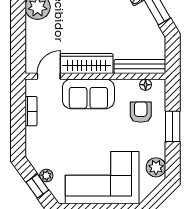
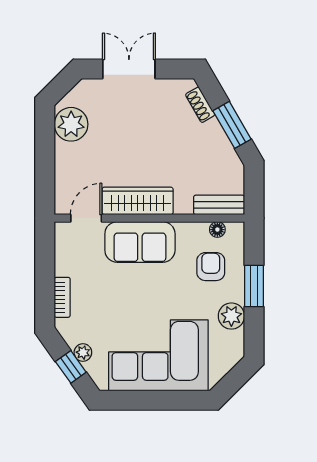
bench: (140, 67) -> (219, 205), width x0.73
bookcase: (31, 111) -> (62, 297), moved
plant: (156, 167) -> (231, 316), moved

